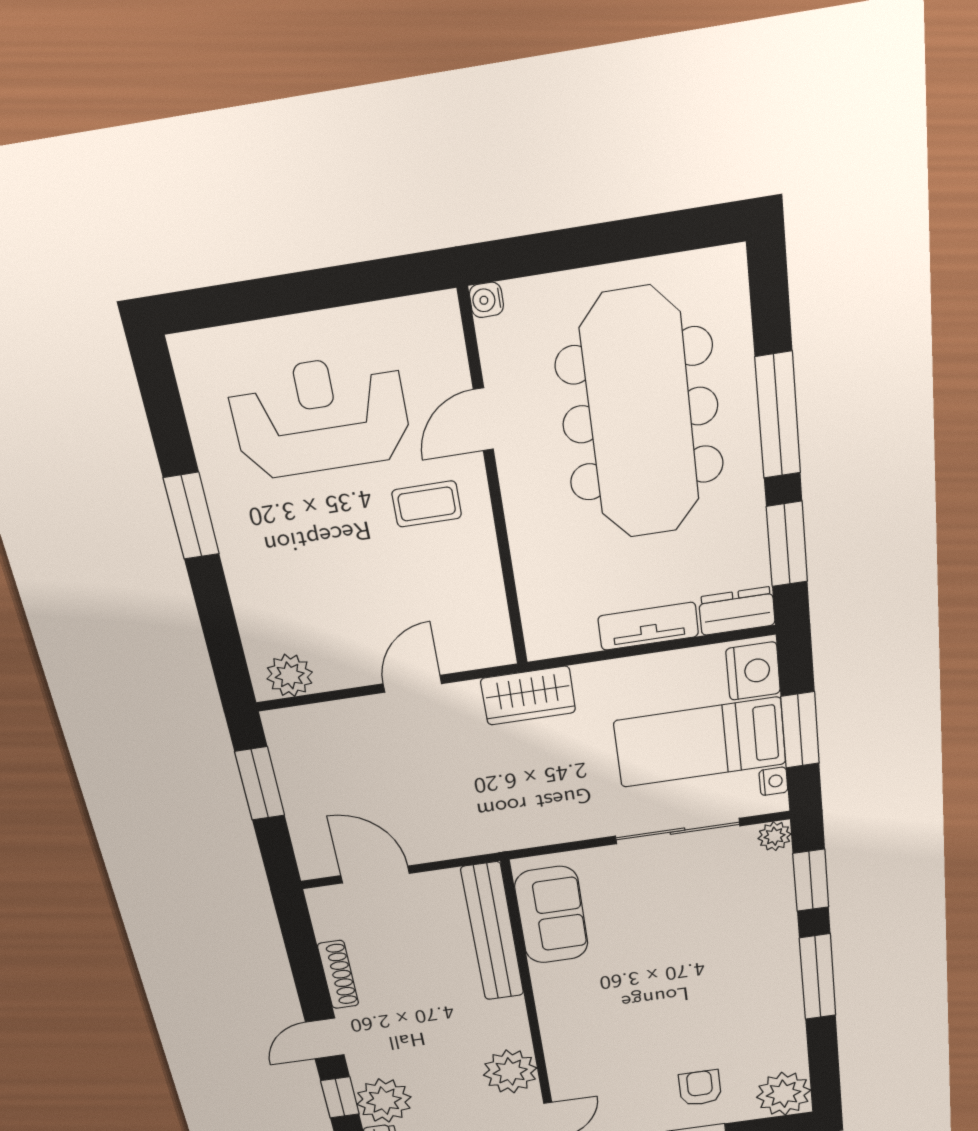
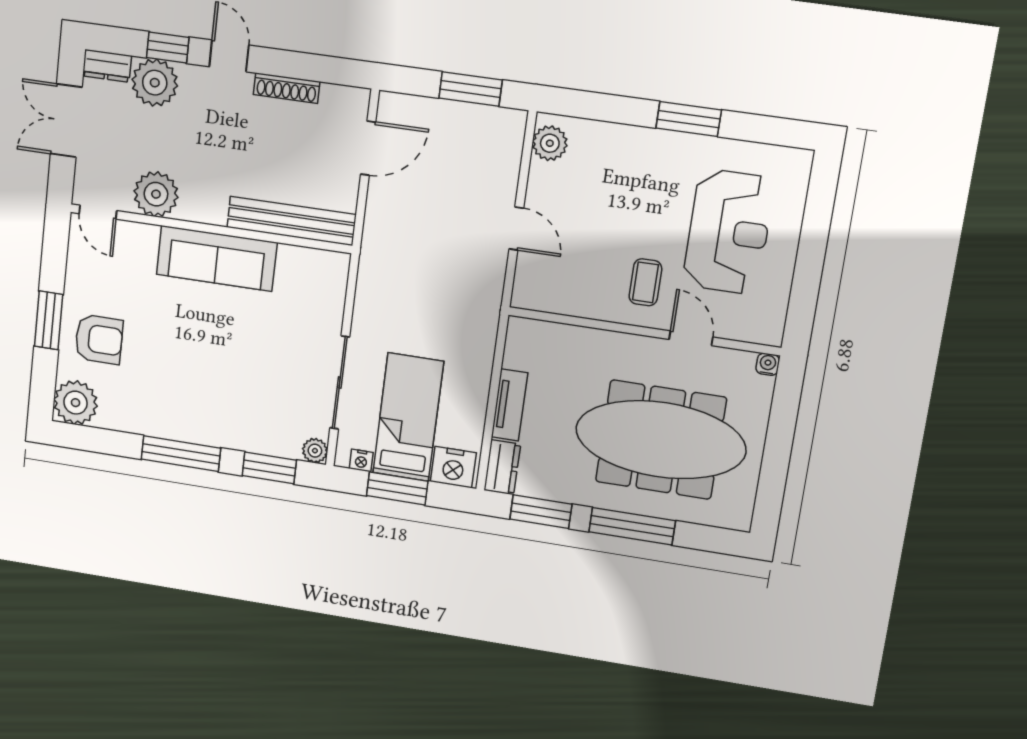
wardrobe: (528, 696) -> (482, 307), removed
sofa: (551, 915) -> (217, 258), moved, width x1.36
armchair: (700, 1088) -> (99, 339), width x1.38, depth x1.38

